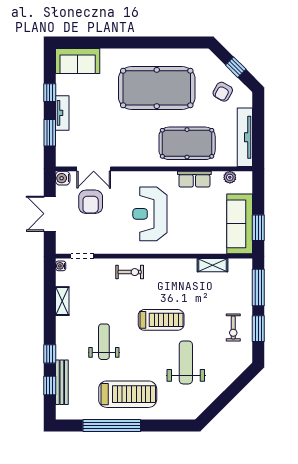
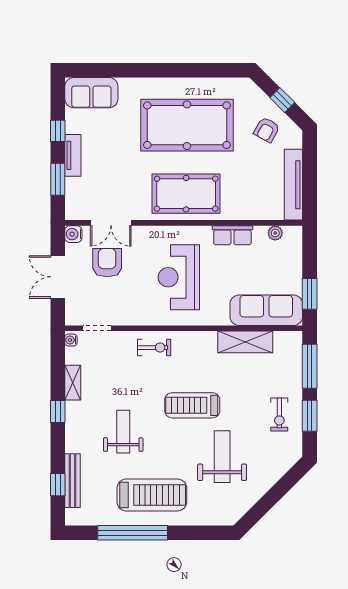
pool table: (187, 143) -> (186, 194), moved
armchair: (91, 202) -> (107, 263), turned 180
sofa: (240, 224) -> (266, 310), moved, turned 90
shelving: (212, 265) -> (245, 342), width x1.50, depth x1.33
treadmill: (161, 320) -> (192, 405), turned 180
window: (50, 354) -> (58, 411), moved

